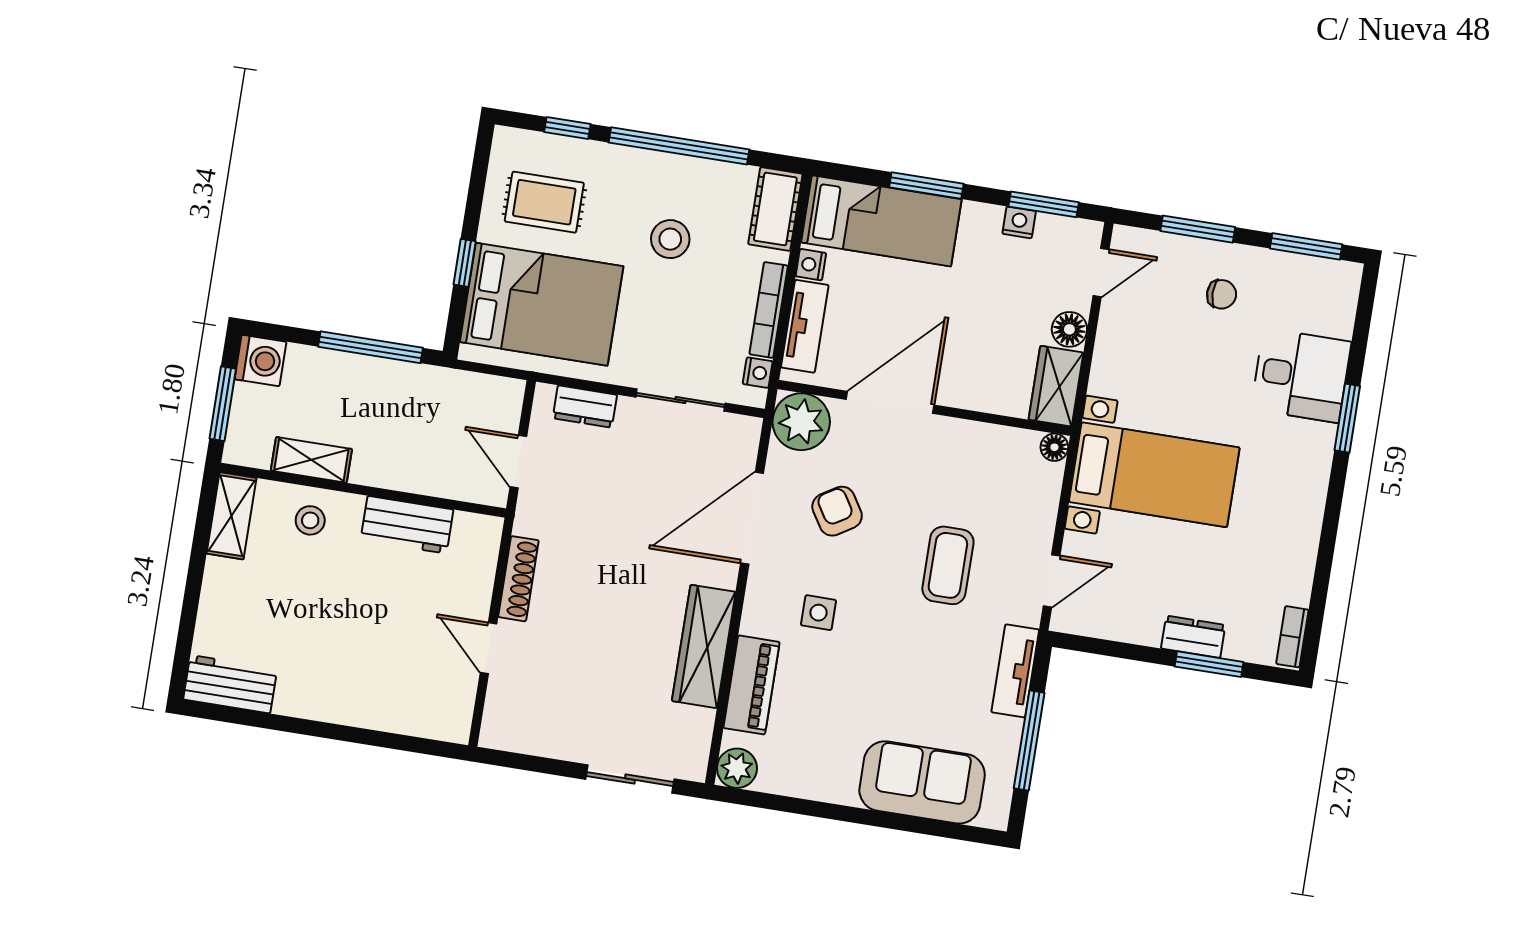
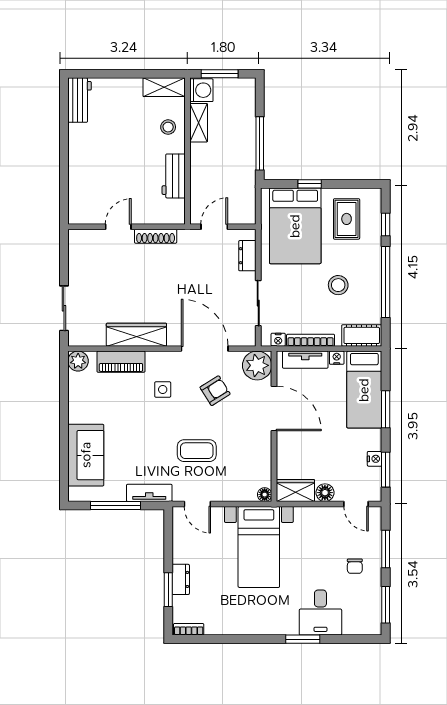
washing machine: (261, 361) -> (201, 90), moved, turned -90

